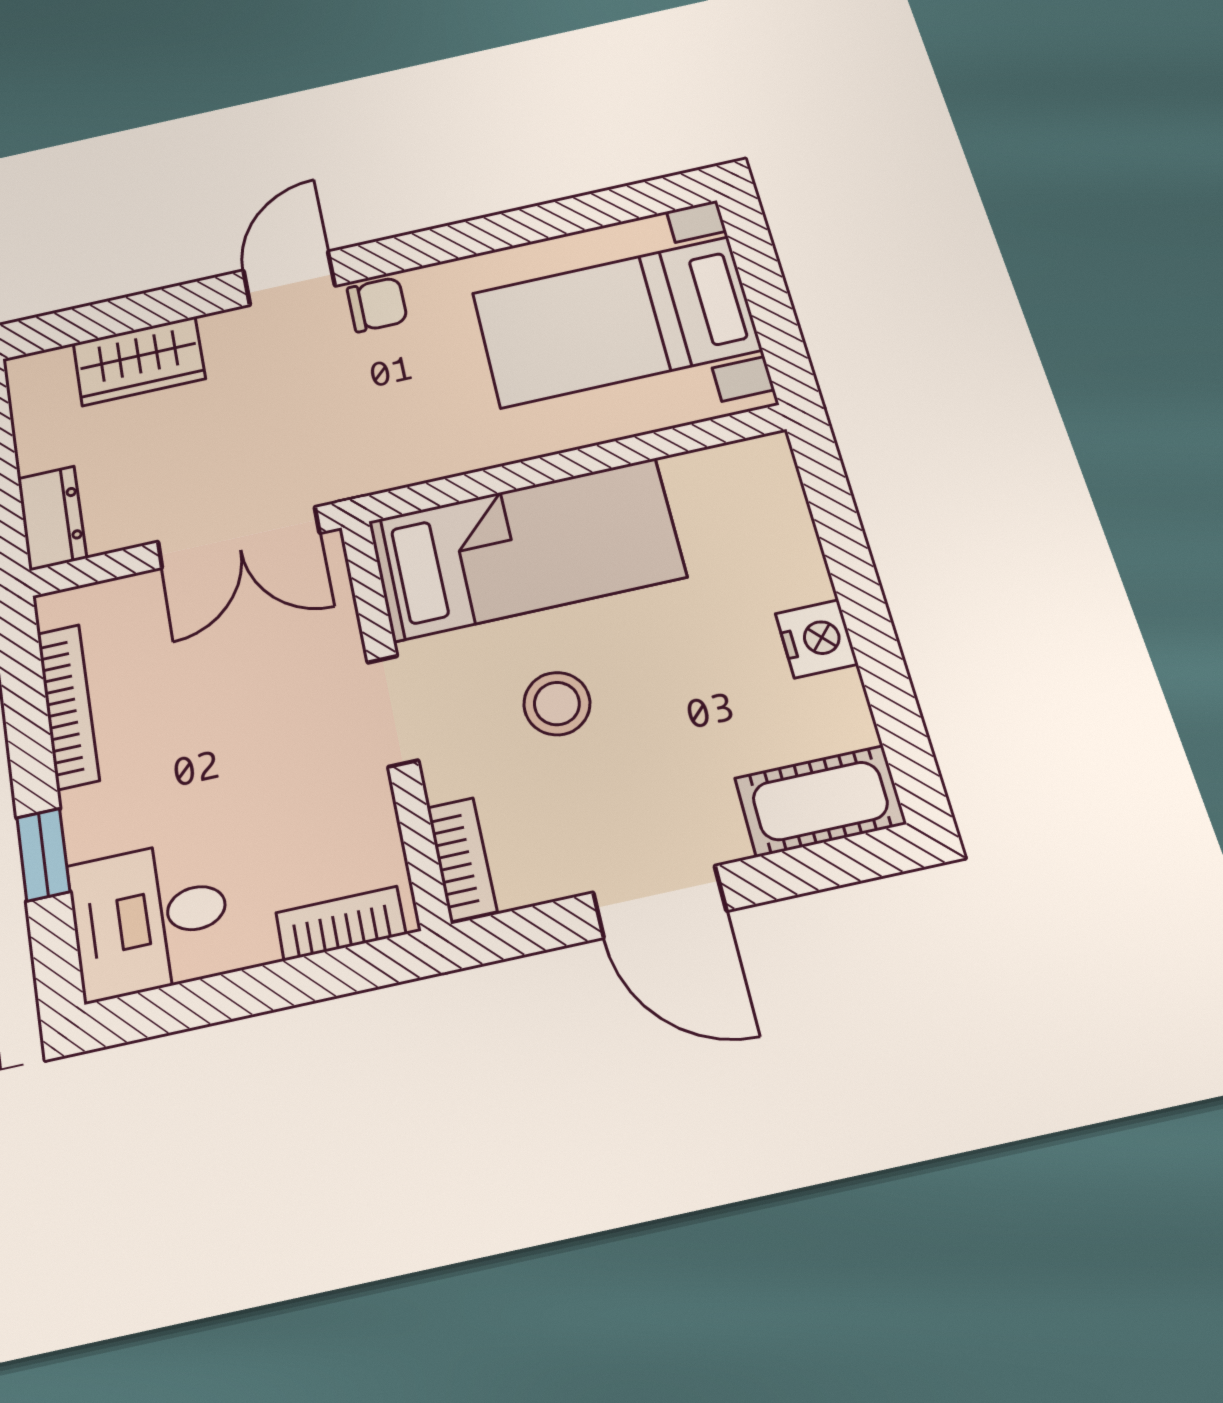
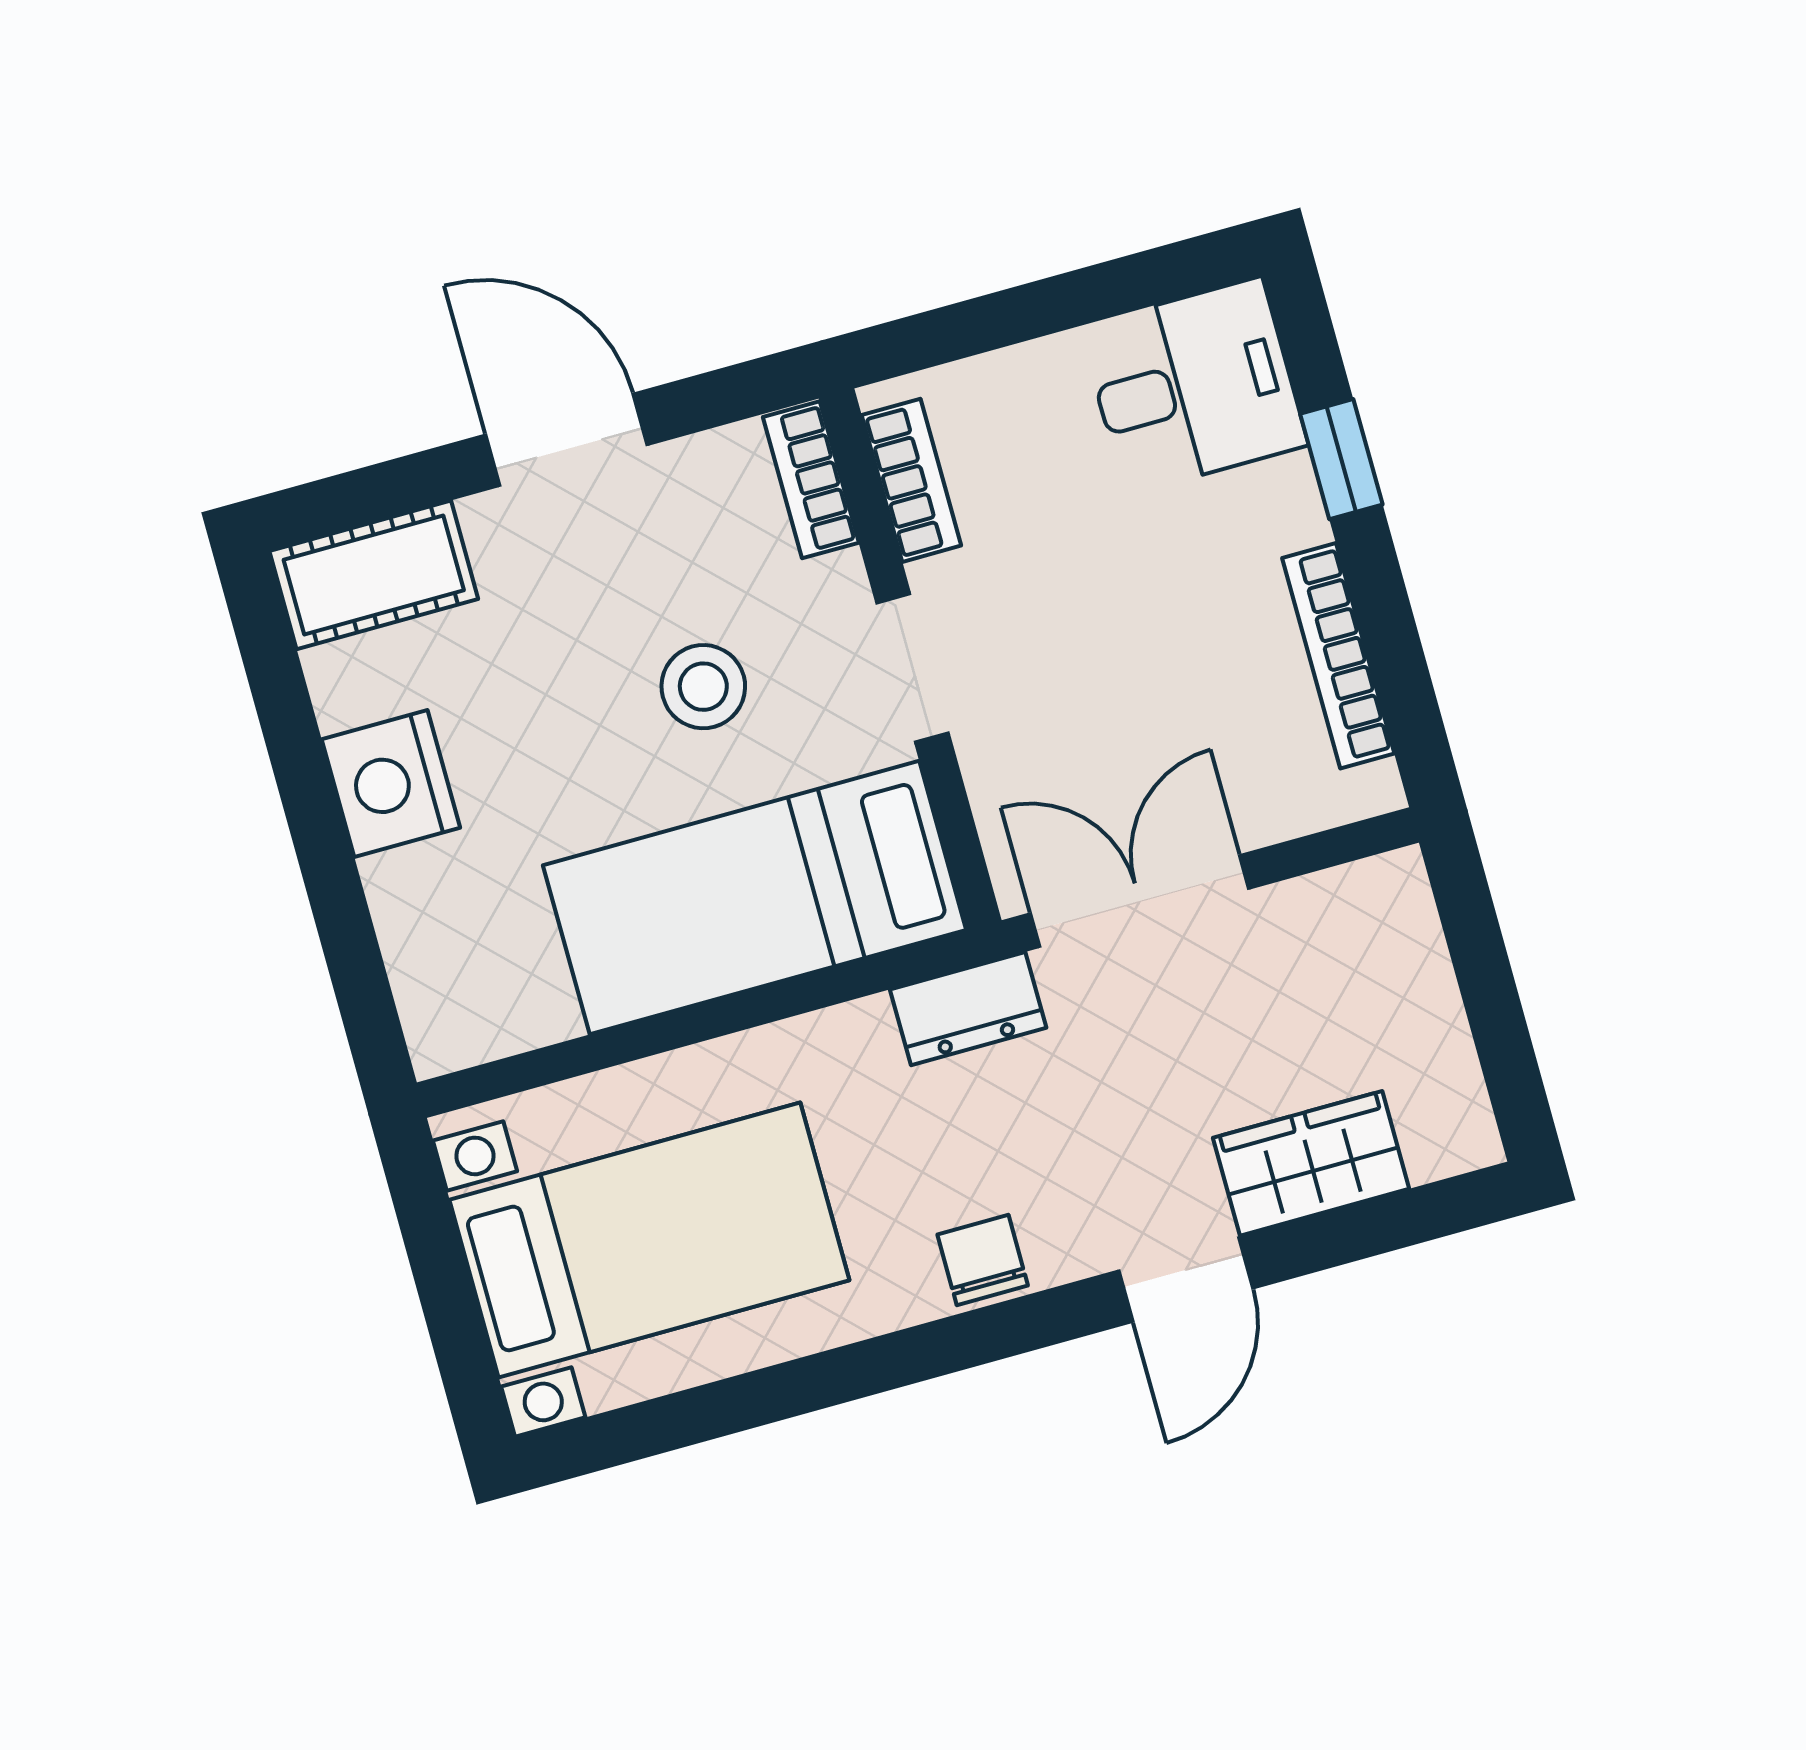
door: (289, 278) -> (1186, 1279), moved
chair: (377, 305) -> (983, 1260), turned 90
dresser: (52, 518) -> (968, 1009), moved, turned -90
nightstand: (817, 639) -> (391, 784), width x1.36, depth x1.33
bookcase: (341, 923) -> (911, 480), moved, turned -90

